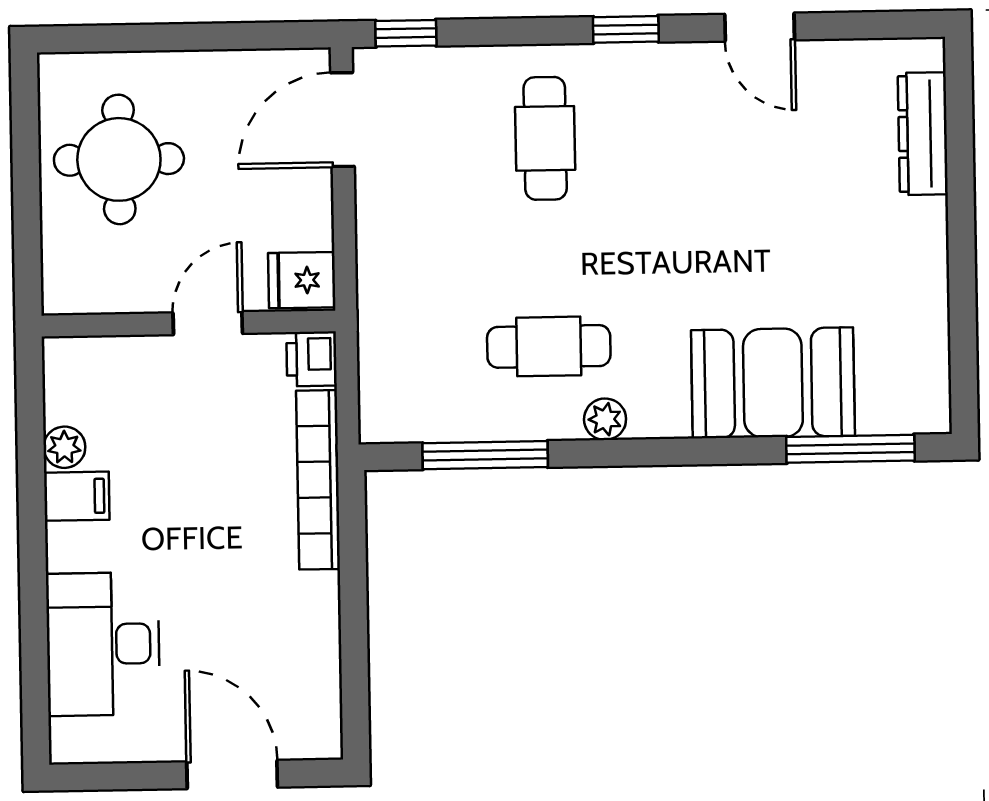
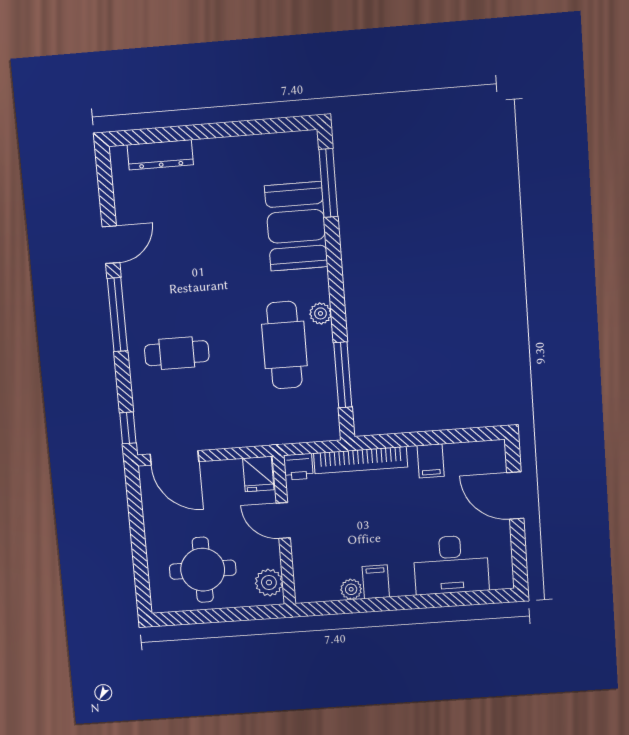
window: (626, 29) -> (117, 315), width x2.17
plant: (87, 288) -> (269, 582), added
cafe table: (549, 346) -> (284, 345), width x1.37, depth x1.35
filing cabinet: (309, 615) -> (431, 461), added
door: (232, 774) -> (515, 496), hinge flipped

